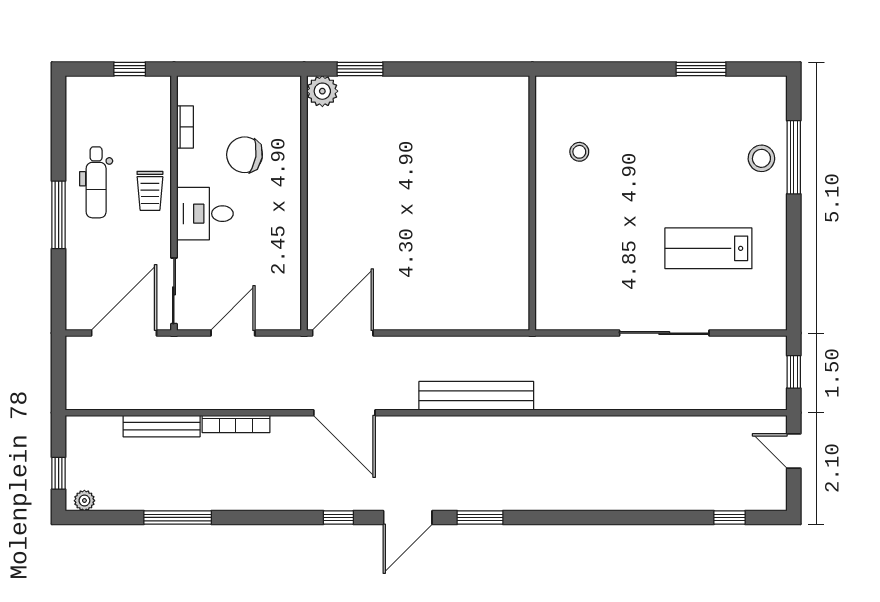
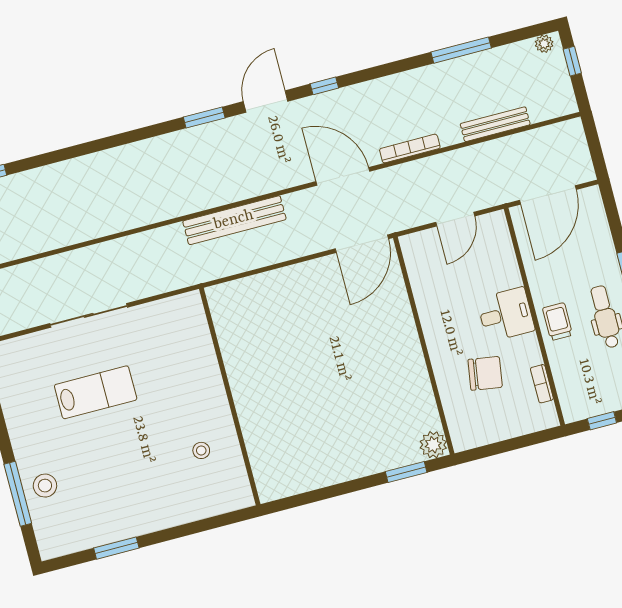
lab bench: (708, 248) -> (96, 392), moved
sliding door: (174, 291) -> (515, 242), removed
bookcase: (236, 424) -> (410, 149), moved

